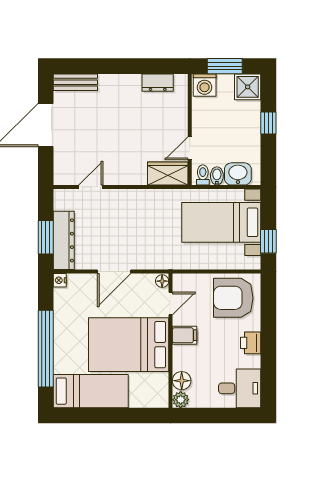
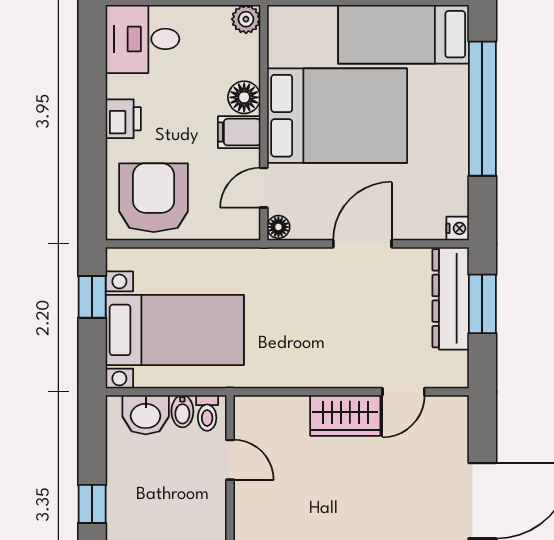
door: (190, 148) -> (230, 460), hinge flipped
wardrobe: (168, 174) -> (345, 415), moved
armchair: (233, 298) -> (154, 198), turned -90
floor lamp: (182, 381) -> (244, 97), moved

